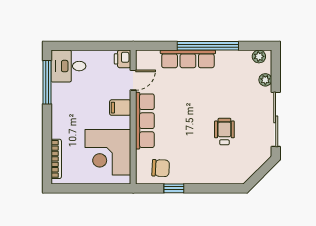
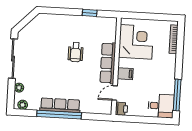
row of seats: (188, 59) -> (60, 105), moved
wheelchair: (224, 132) -> (76, 52), moved
chair: (161, 168) -> (98, 28), removed

